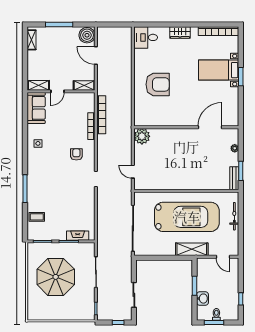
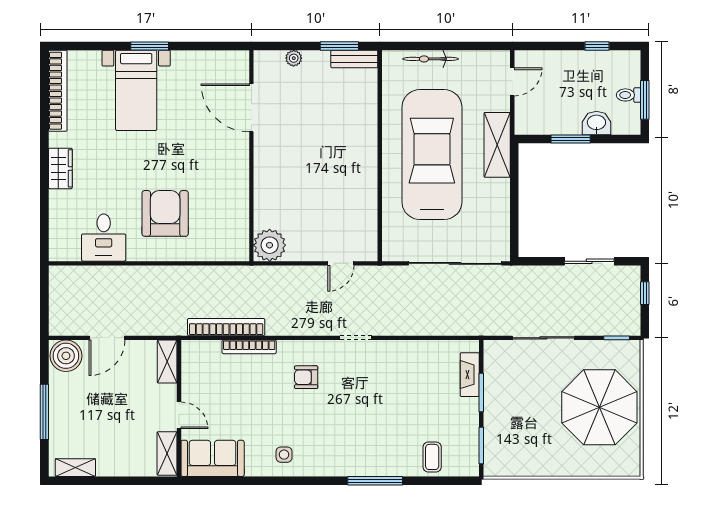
desk: (146, 37) -> (104, 238), moved
parasol: (56, 277) -> (599, 407), moved

